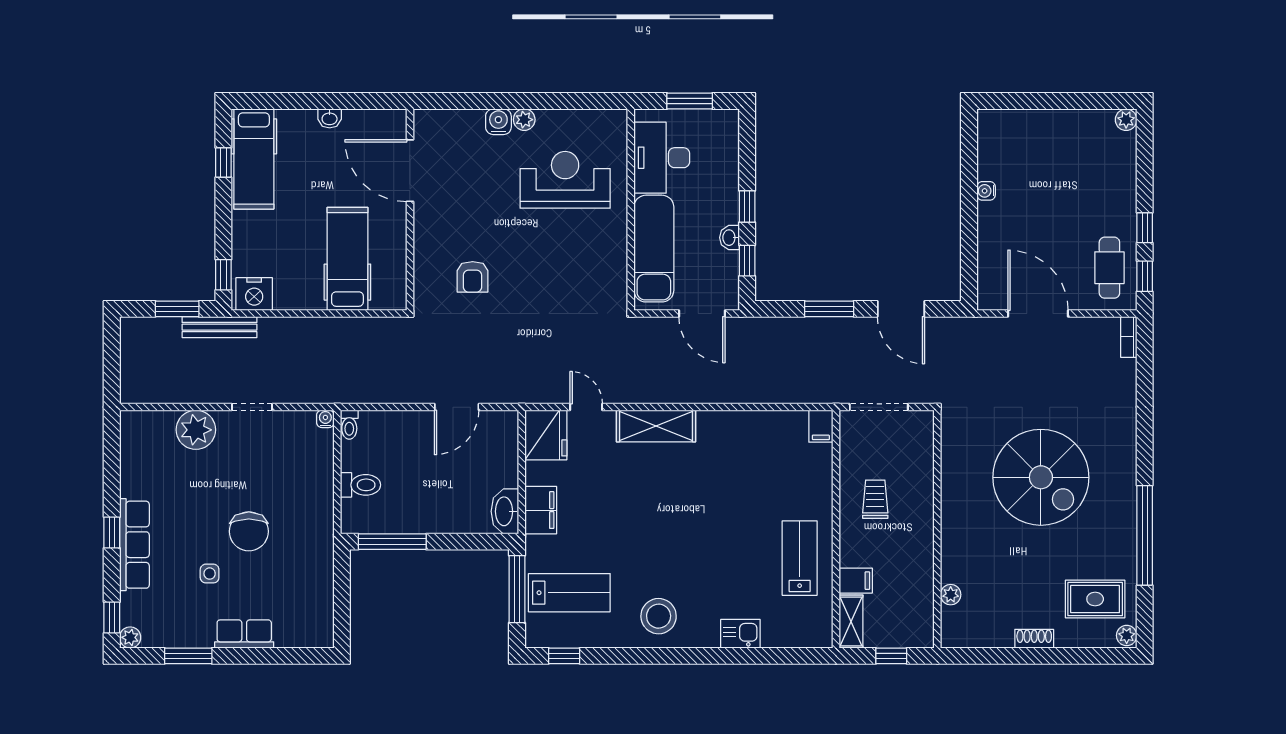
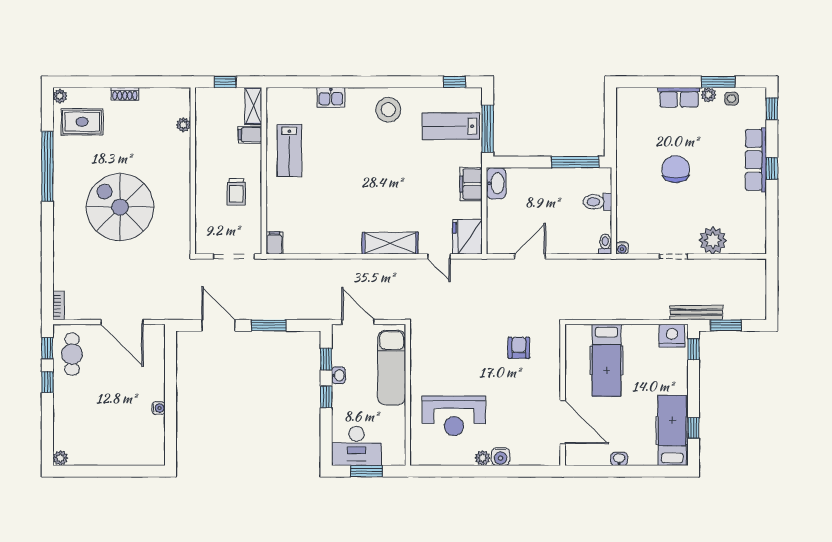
desk: (662, 158) -> (356, 446), moved, turned 90
side table: (210, 574) -> (732, 99), moved
plant: (130, 637) -> (709, 95), moved

